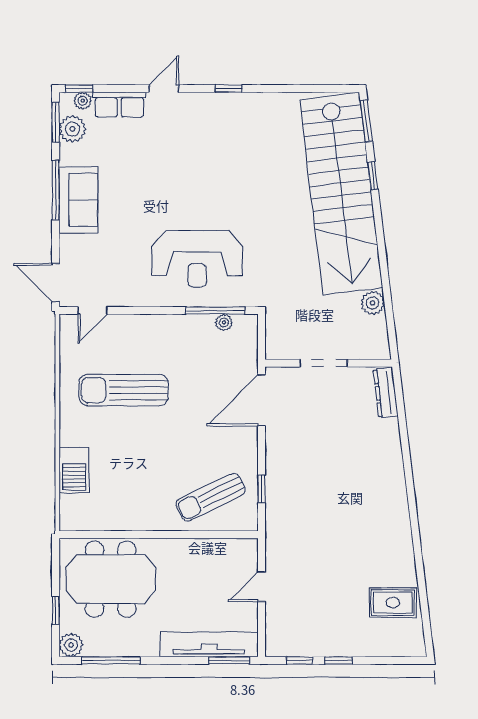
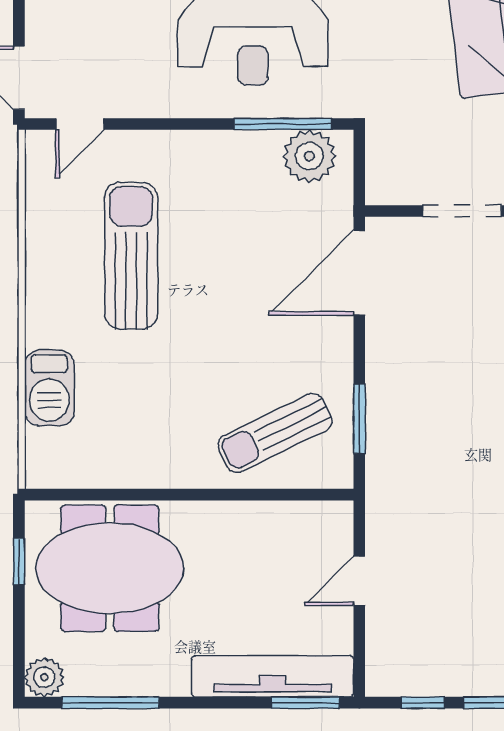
plant: (224, 322) -> (309, 156), width x1.87, depth x1.87
sun lounger: (123, 390) -> (131, 256), turned 90
window: (261, 489) -> (359, 419), width x1.50
window: (56, 611) -> (19, 562), moved

